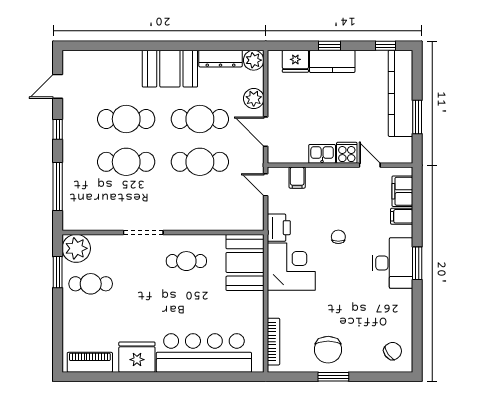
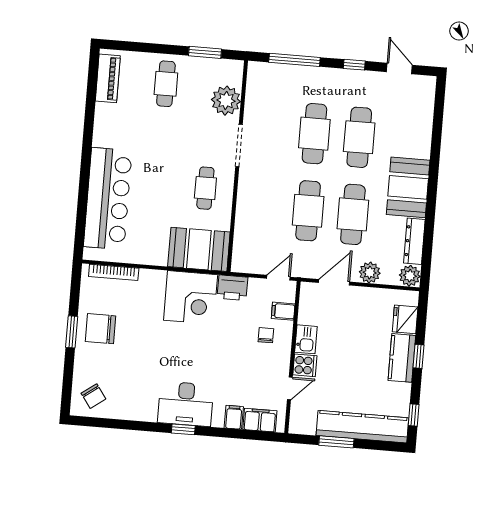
chair: (338, 237) -> (266, 335), moved, turned -90
plant: (76, 248) -> (226, 101), moved
window: (417, 263) -> (183, 429), width x0.67
cafe table: (91, 284) -> (166, 84), moved
fridge: (137, 357) -> (109, 128), removed

